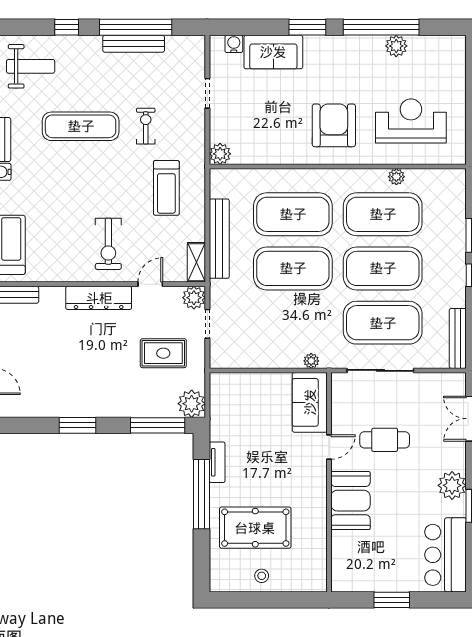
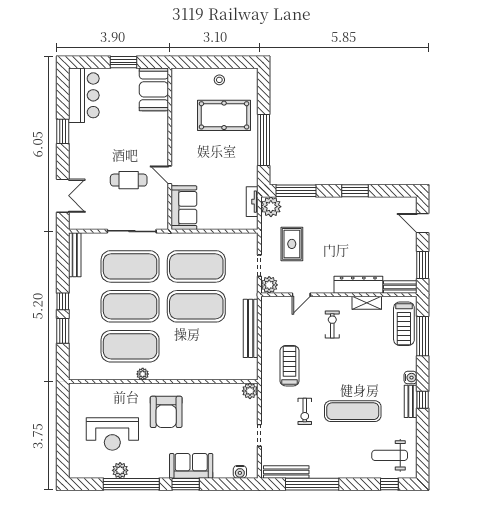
window: (67, 27) -> (389, 484), moved
bench: (134, 44) -> (286, 472), moved
sofa: (273, 52) -> (191, 466), moved
reception desk: (411, 121) -> (112, 434), moved
plant: (396, 177) -> (143, 374), moved
exercise mat: (293, 214) -> (196, 266), moved
exercise bike: (108, 244) -> (332, 325), width x0.73, depth x0.72
shelving: (196, 262) -> (367, 303), moved, turned 90
dresser: (99, 298) -> (358, 285), moved
rug: (163, 353) -> (292, 244), turned 90
plant: (311, 361) -> (183, 238), removed
door: (329, 447) -> (170, 175), hinge flipped
tv unit: (217, 462) -> (252, 202), moved
plant: (452, 485) -> (79, 146), removed
booth: (350, 501) -> (154, 89), moved

